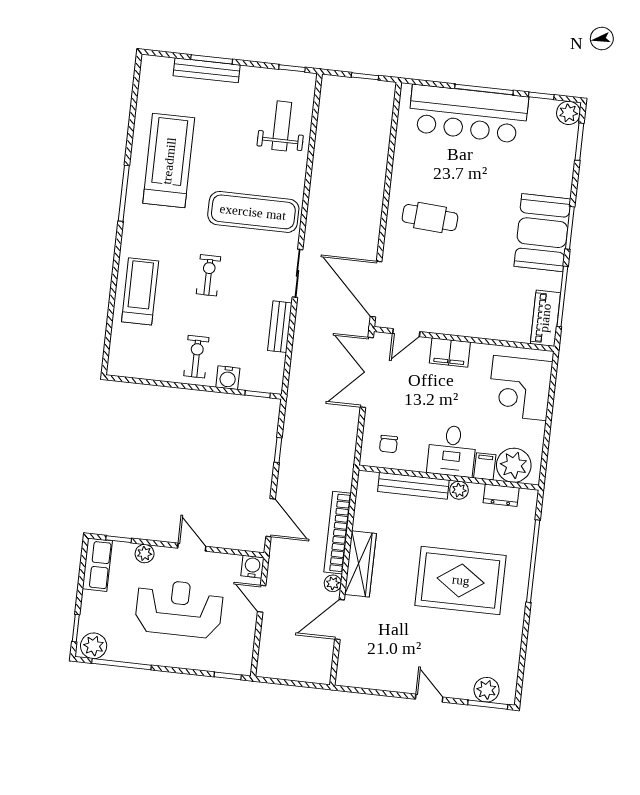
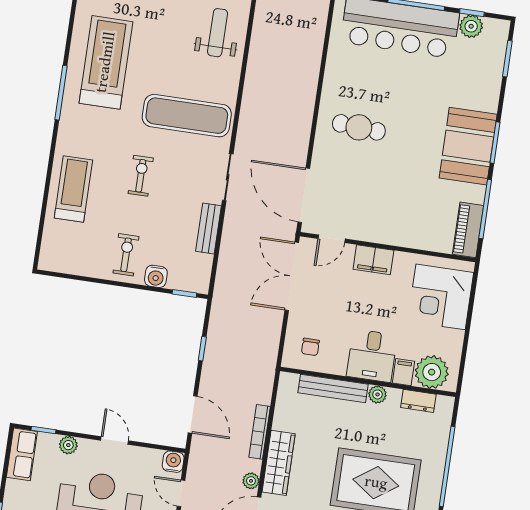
plant: (568, 113) -> (471, 26), moved
bookcase: (338, 533) -> (260, 432), width x0.68, depth x0.76

